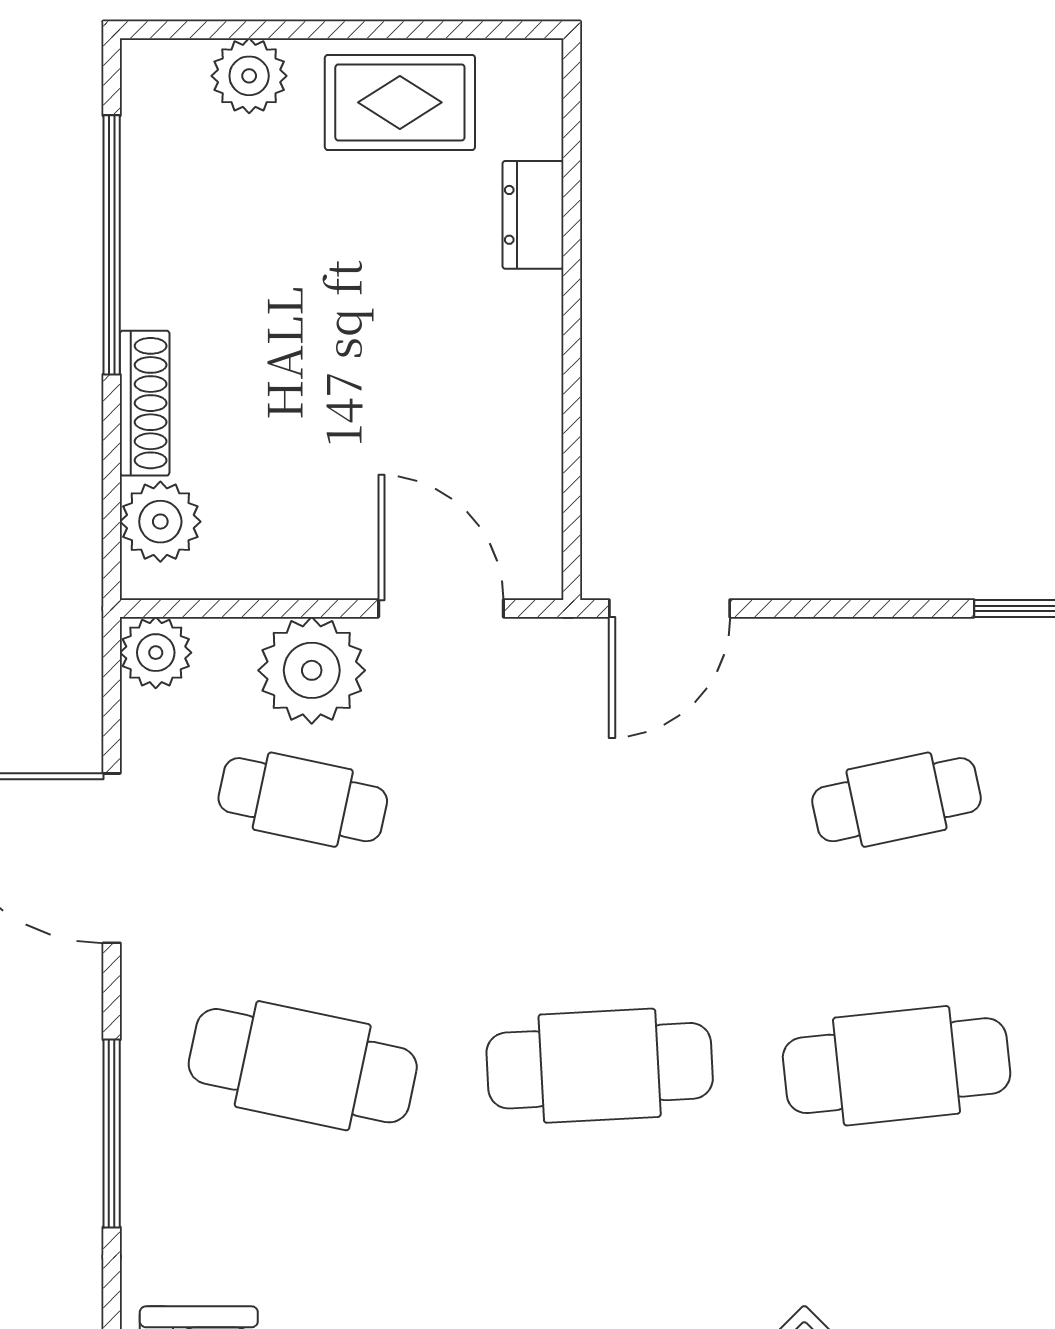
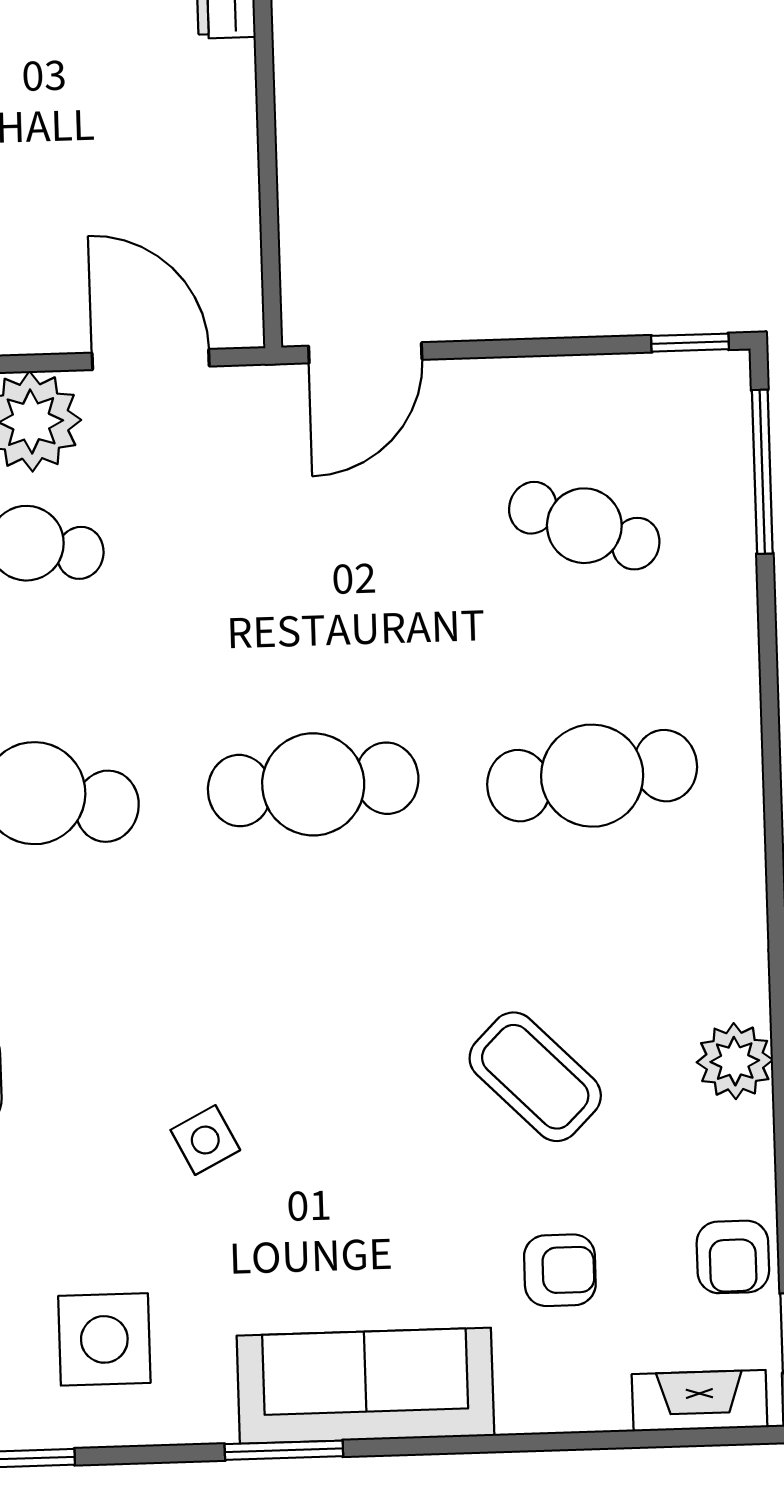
cafe table: (897, 800) -> (584, 526), turned 33

